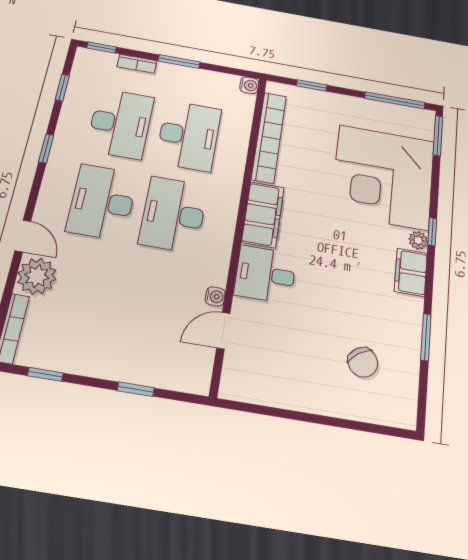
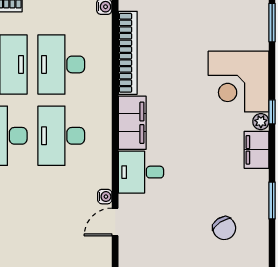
desk: (189, 136) -> (61, 64), turned 180
corner desk: (383, 177) -> (239, 82), width x0.74, depth x0.74

